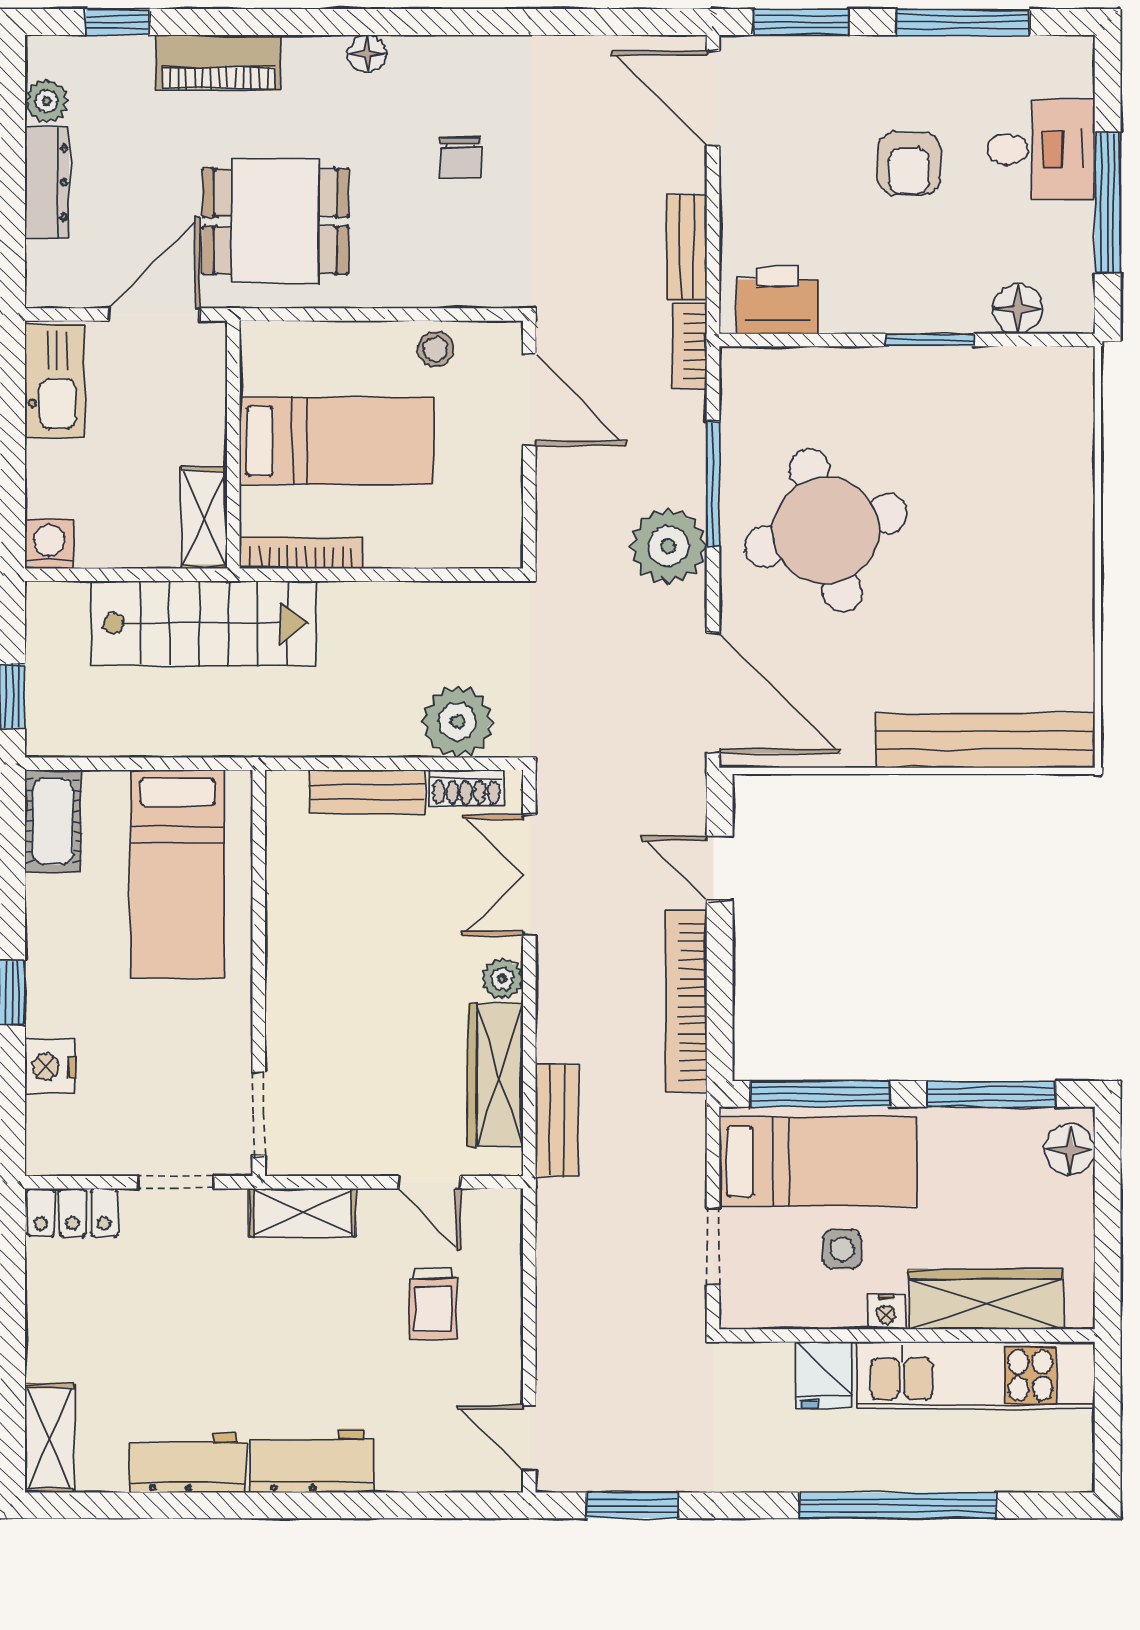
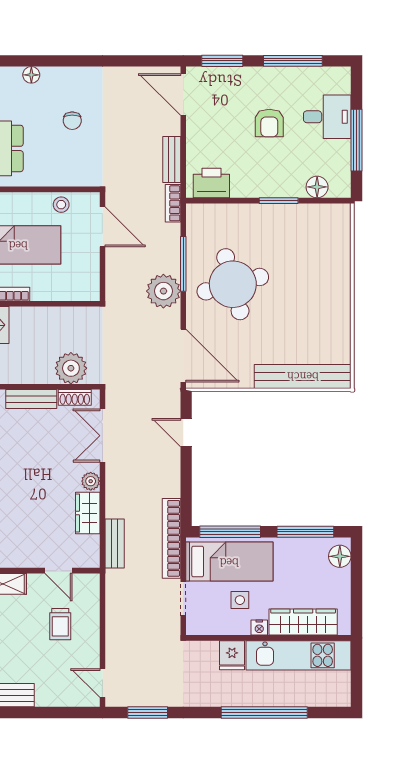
bookcase: (686, 1001) -> (171, 538), moved
wardrobe: (496, 1075) -> (88, 513), width x0.67

